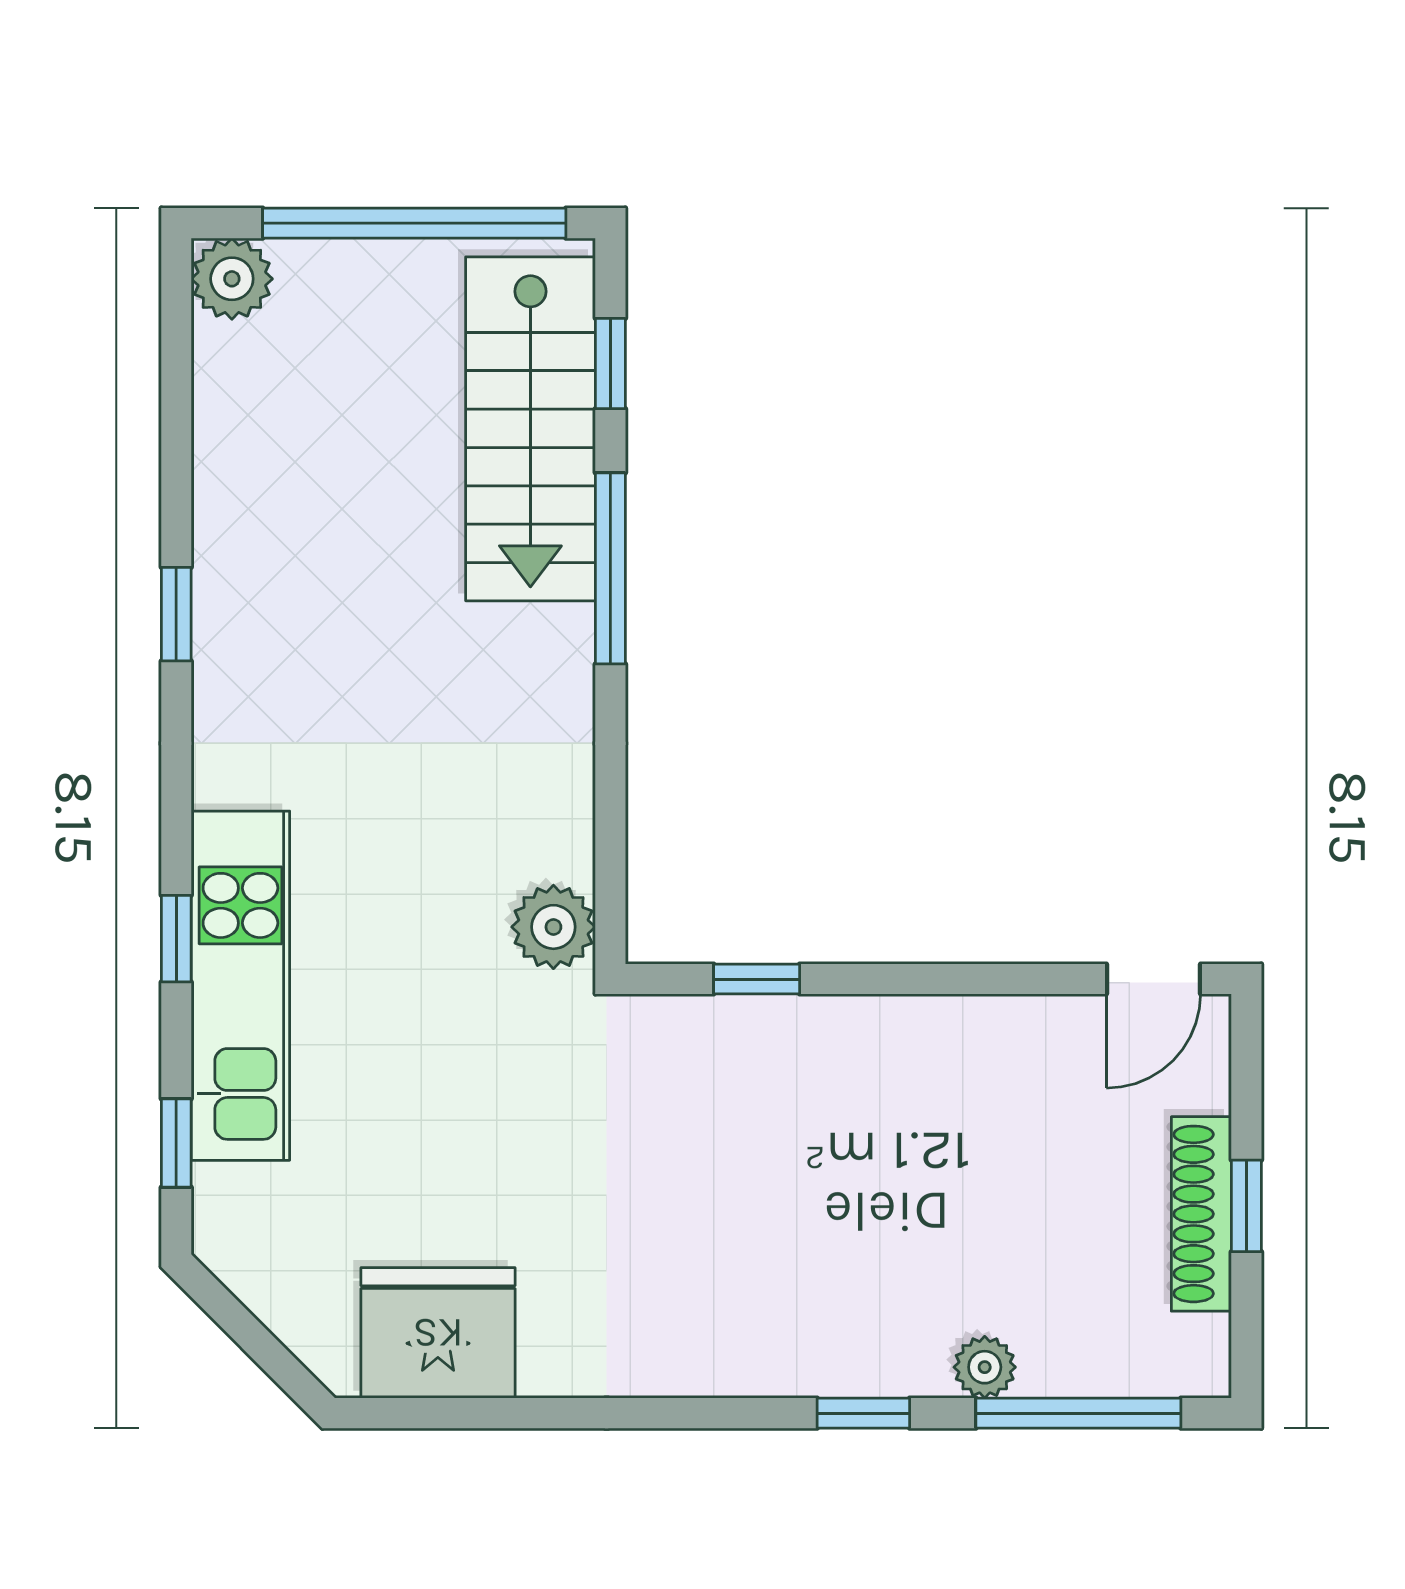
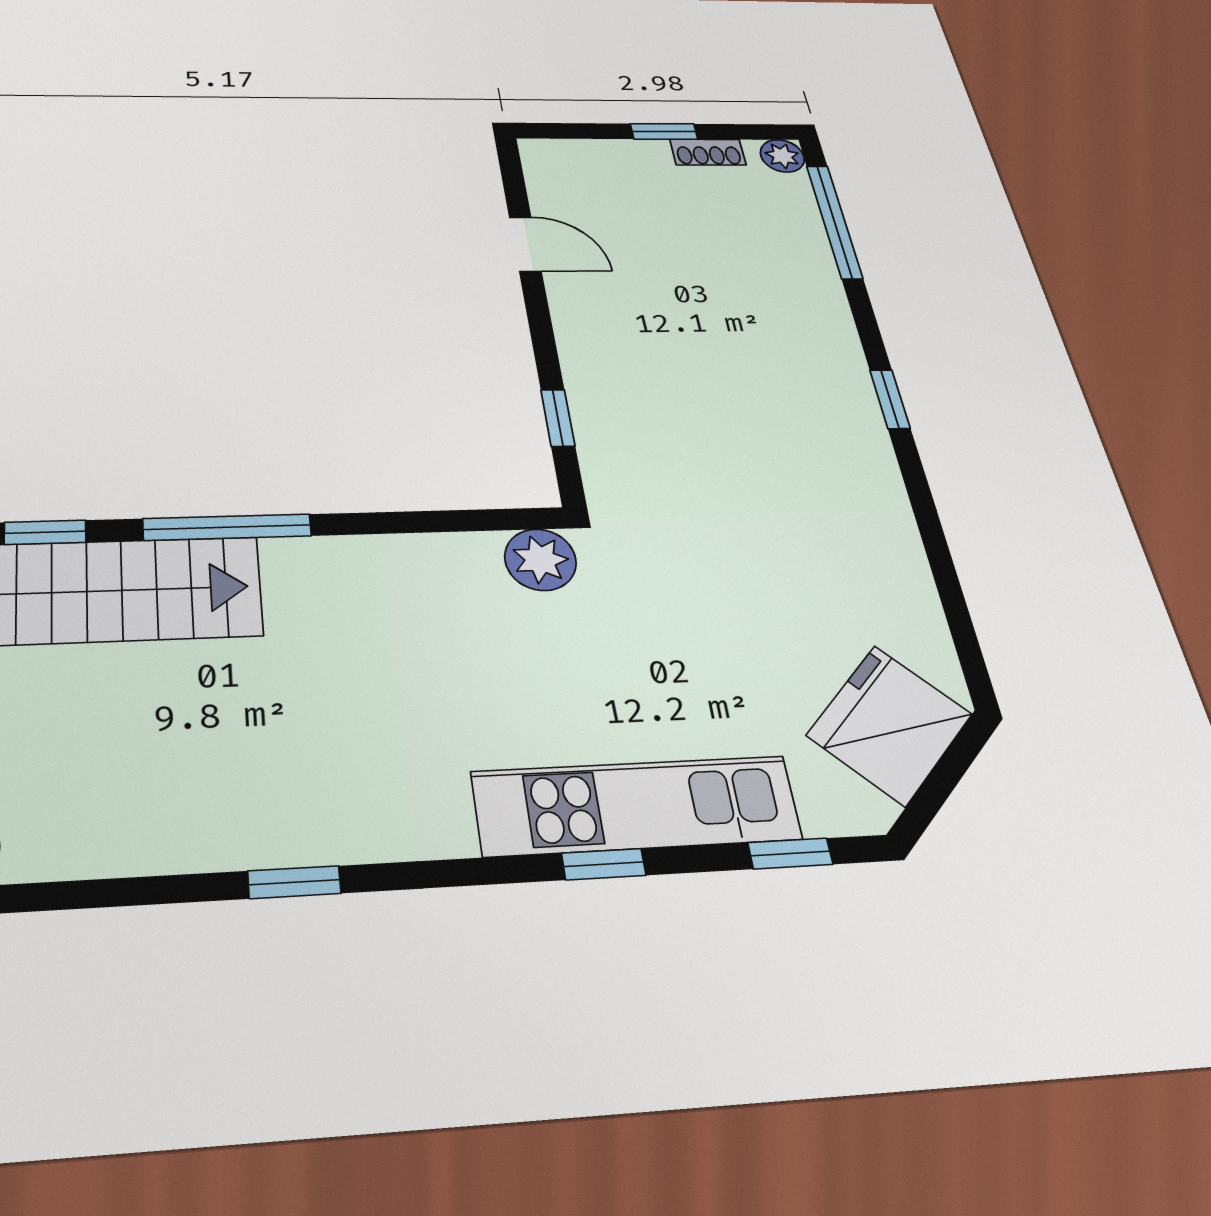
door: (1154, 979) -> (525, 244), moved
shoe rack: (1201, 1214) -> (708, 152), width x0.51, depth x0.81
fridge: (438, 1333) -> (890, 725), moved, turned 45
plant: (985, 1367) -> (782, 156), moved
window: (863, 1413) -> (890, 399), moved

